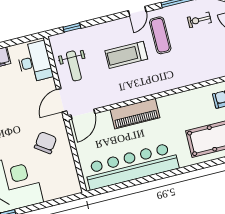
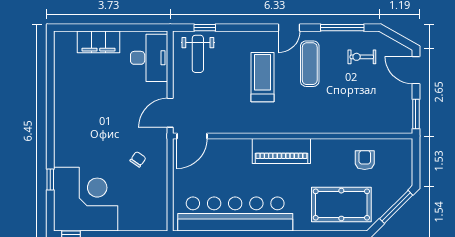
treadmill: (126, 55) -> (262, 77), turned 90
weight bench: (74, 66) -> (198, 54), moved
piano: (135, 114) -> (281, 151), moved
chair: (46, 143) -> (138, 159), width x0.54, depth x0.54

